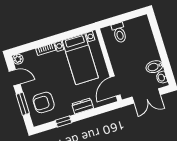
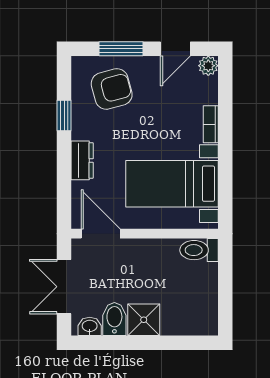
toilet: (119, 33) -> (199, 250), moved
shower: (150, 52) -> (144, 320), added
armchair: (44, 102) -> (112, 89), turned 75

